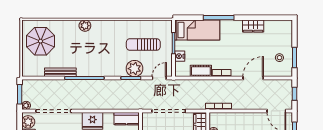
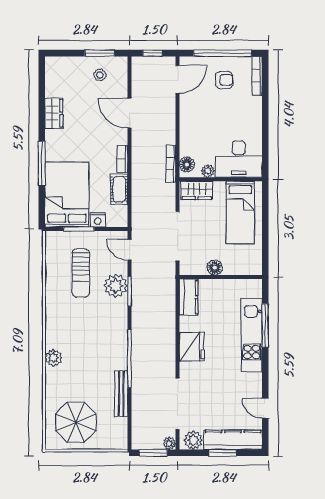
bed: (197, 30) -> (67, 194), width x1.50
floor lamp: (218, 117) -> (187, 165), added

